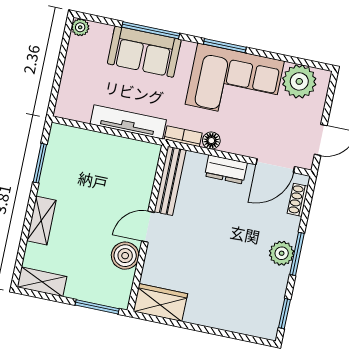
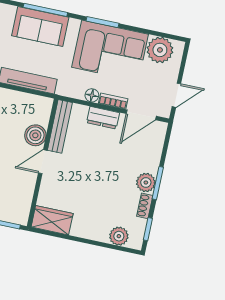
bookcase: (183, 136) -> (113, 101), moved
shoe rack: (298, 200) -> (145, 206), moved
boiler: (125, 256) -> (35, 135), moved
plant: (247, 323) -> (119, 236), added

